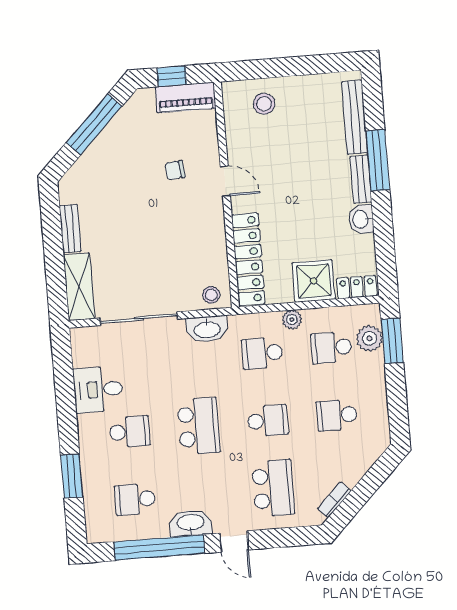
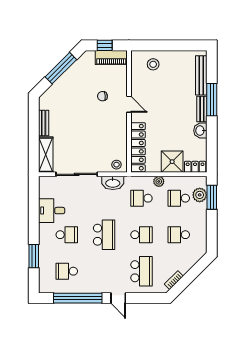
washbasin: (190, 523) -> (95, 286), removed

